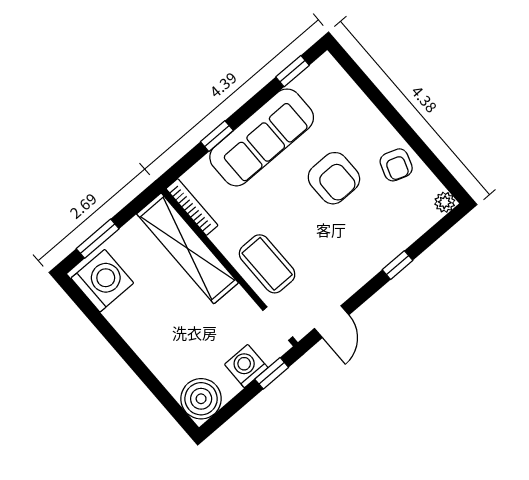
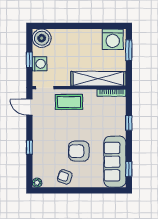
sofa: (262, 137) -> (115, 162), moved
window: (272, 373) -> (29, 60), moved

